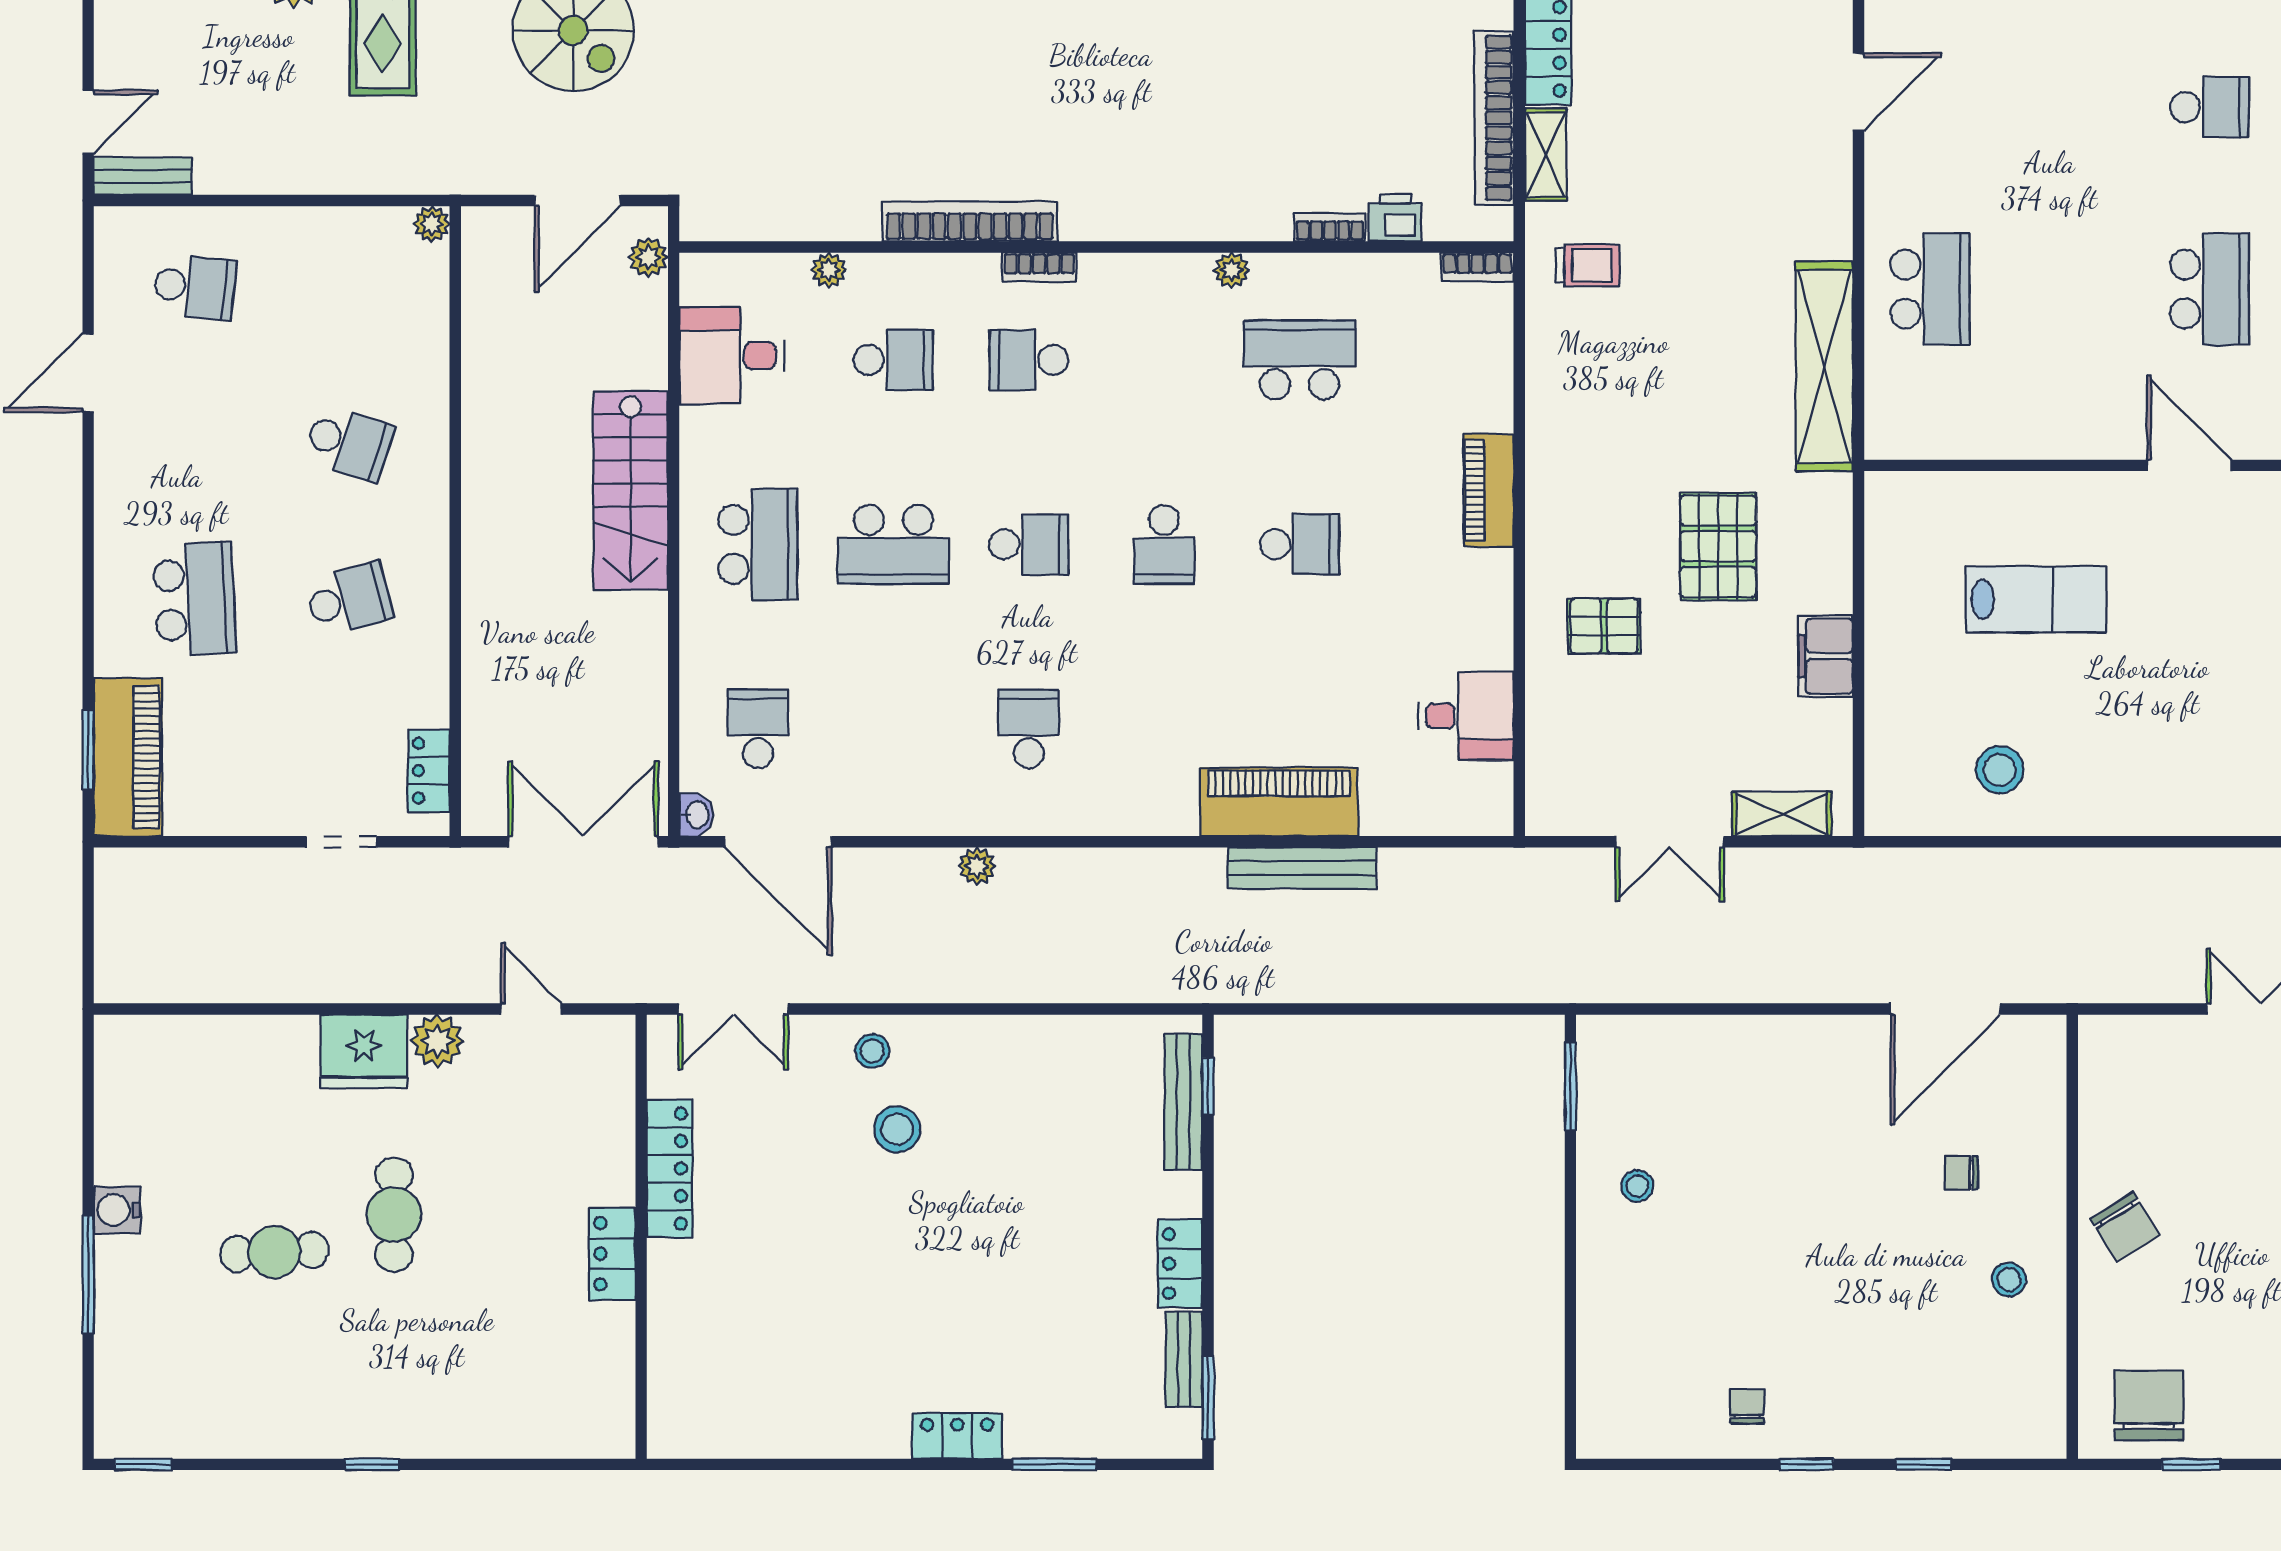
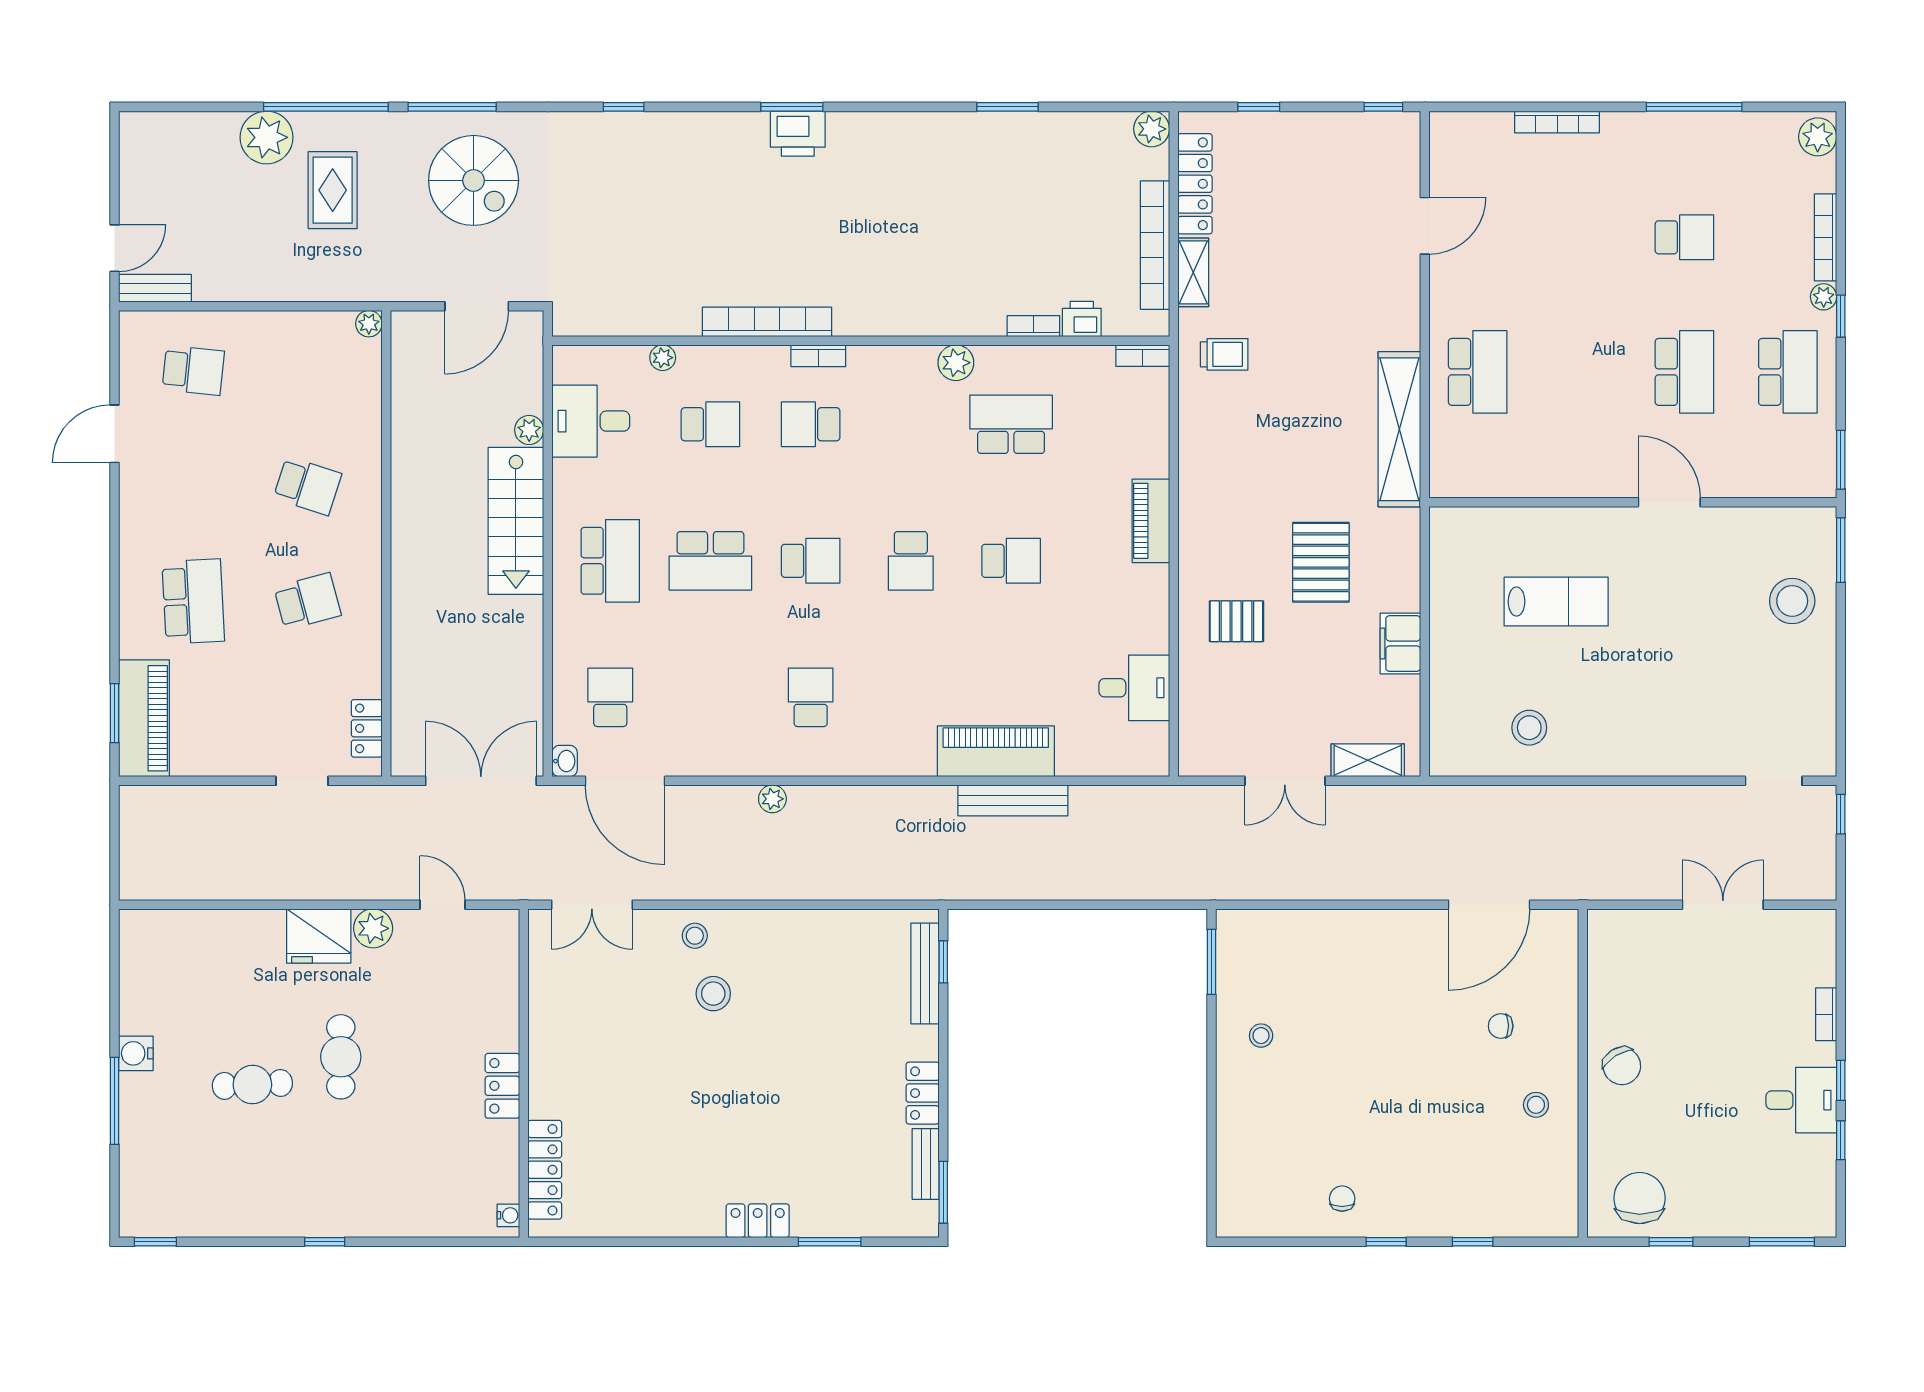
plant: (648, 257) -> (529, 430), moved
plant: (1232, 270) -> (956, 363), width x1.38, depth x1.38
locker: (669, 1169) -> (545, 1170), moved
water cooler: (620, 1429) -> (508, 1215), added

